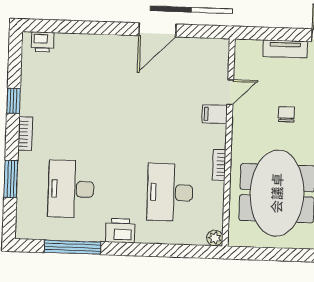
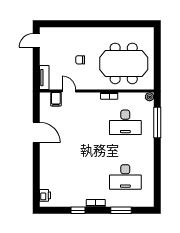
tv unit: (285, 49) -> (44, 78), moved
filing cabinet: (215, 114) -> (56, 99), moved
printer: (120, 231) -> (147, 149), removed
window: (73, 247) -> (157, 123), moved

